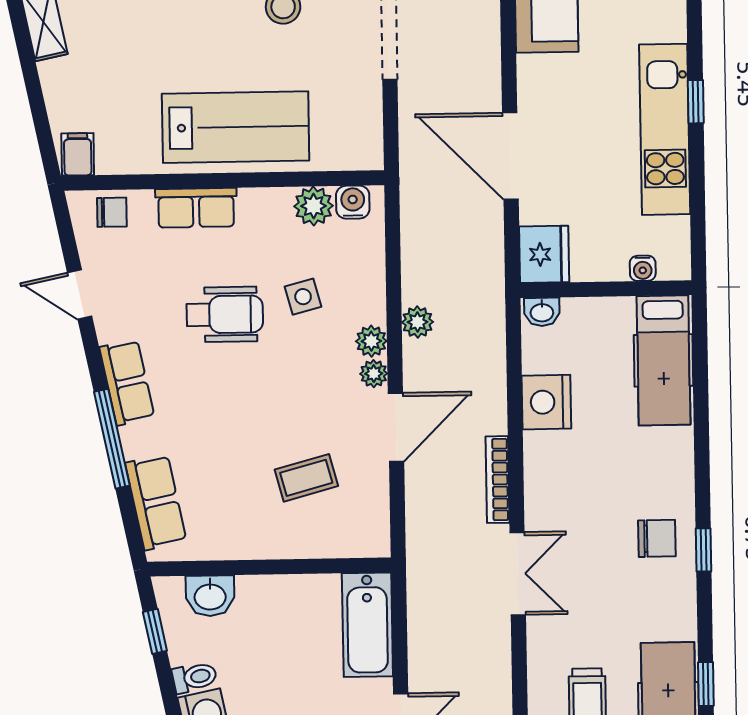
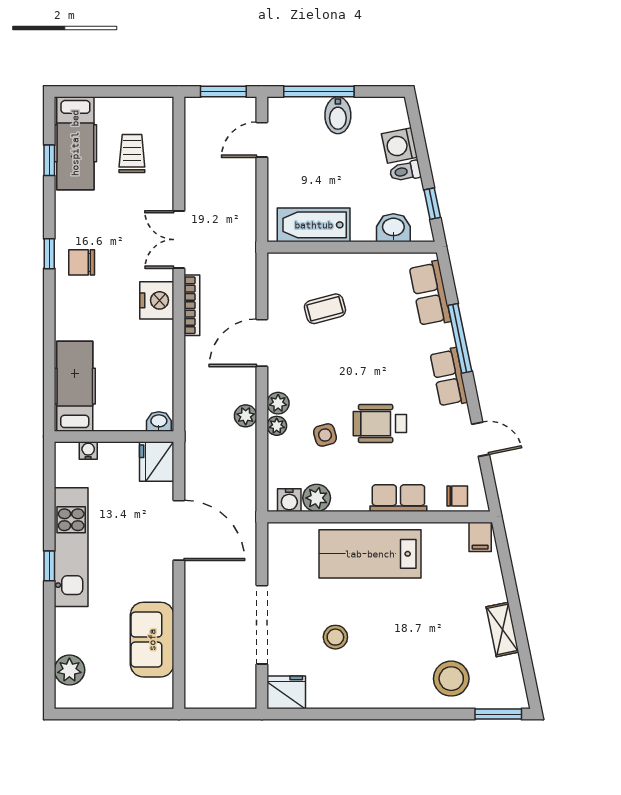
chair: (112, 212) -> (457, 496), turned 180
plant: (374, 374) -> (277, 426), moved
nightstand: (546, 402) -> (157, 300), moved
bathtub: (367, 625) -> (314, 225), moved, turned -90

